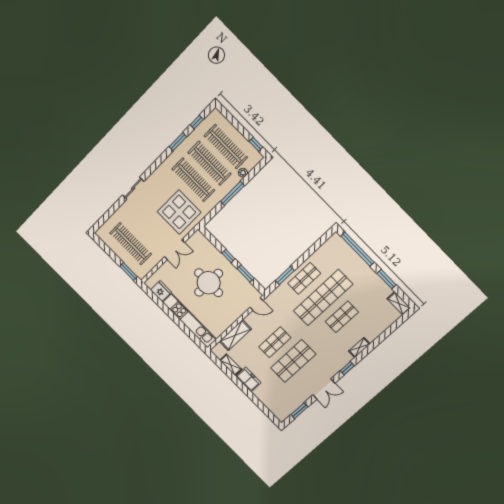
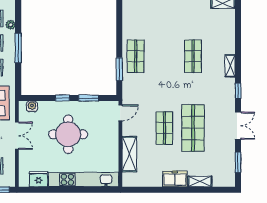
water cooler: (203, 241) -> (32, 106), added
shop shelf: (323, 298) -> (164, 56), removed
shelving: (231, 365) -> (200, 181), moved

